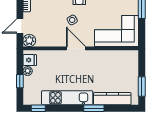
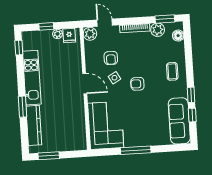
armchair: (53, 22) -> (111, 58), added
door: (76, 48) -> (85, 84), hinge flipped

